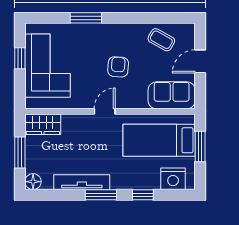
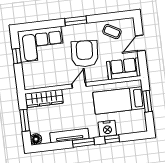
window: (86, 18) -> (76, 21), moved
corner sofa: (48, 66) -> (41, 44), moved, turned 90
armchair: (118, 67) -> (85, 54), width x1.88, depth x1.88
wardrobe: (43, 124) -> (44, 98), width x1.50
nightstand: (173, 179) -> (107, 129), moved

